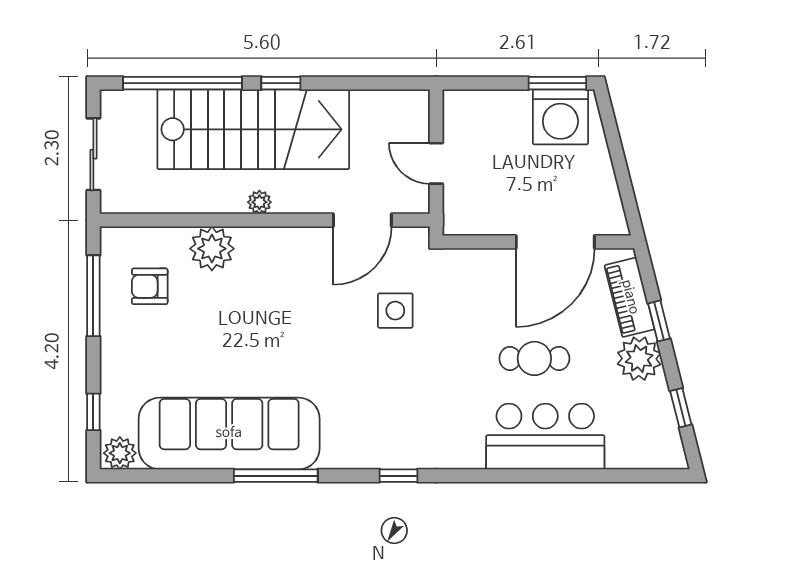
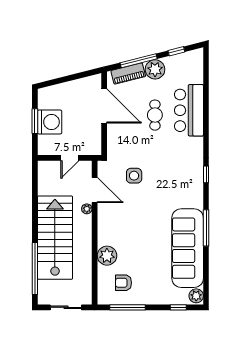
window: (281, 83) -> (35, 226), removed
window: (557, 83) -> (35, 121), moved
washing machine: (560, 117) -> (50, 122), moved
plant: (259, 202) -> (87, 209), moved
armchair: (150, 286) -> (123, 283), turned 90
window: (659, 321) -> (139, 61), width x2.17

